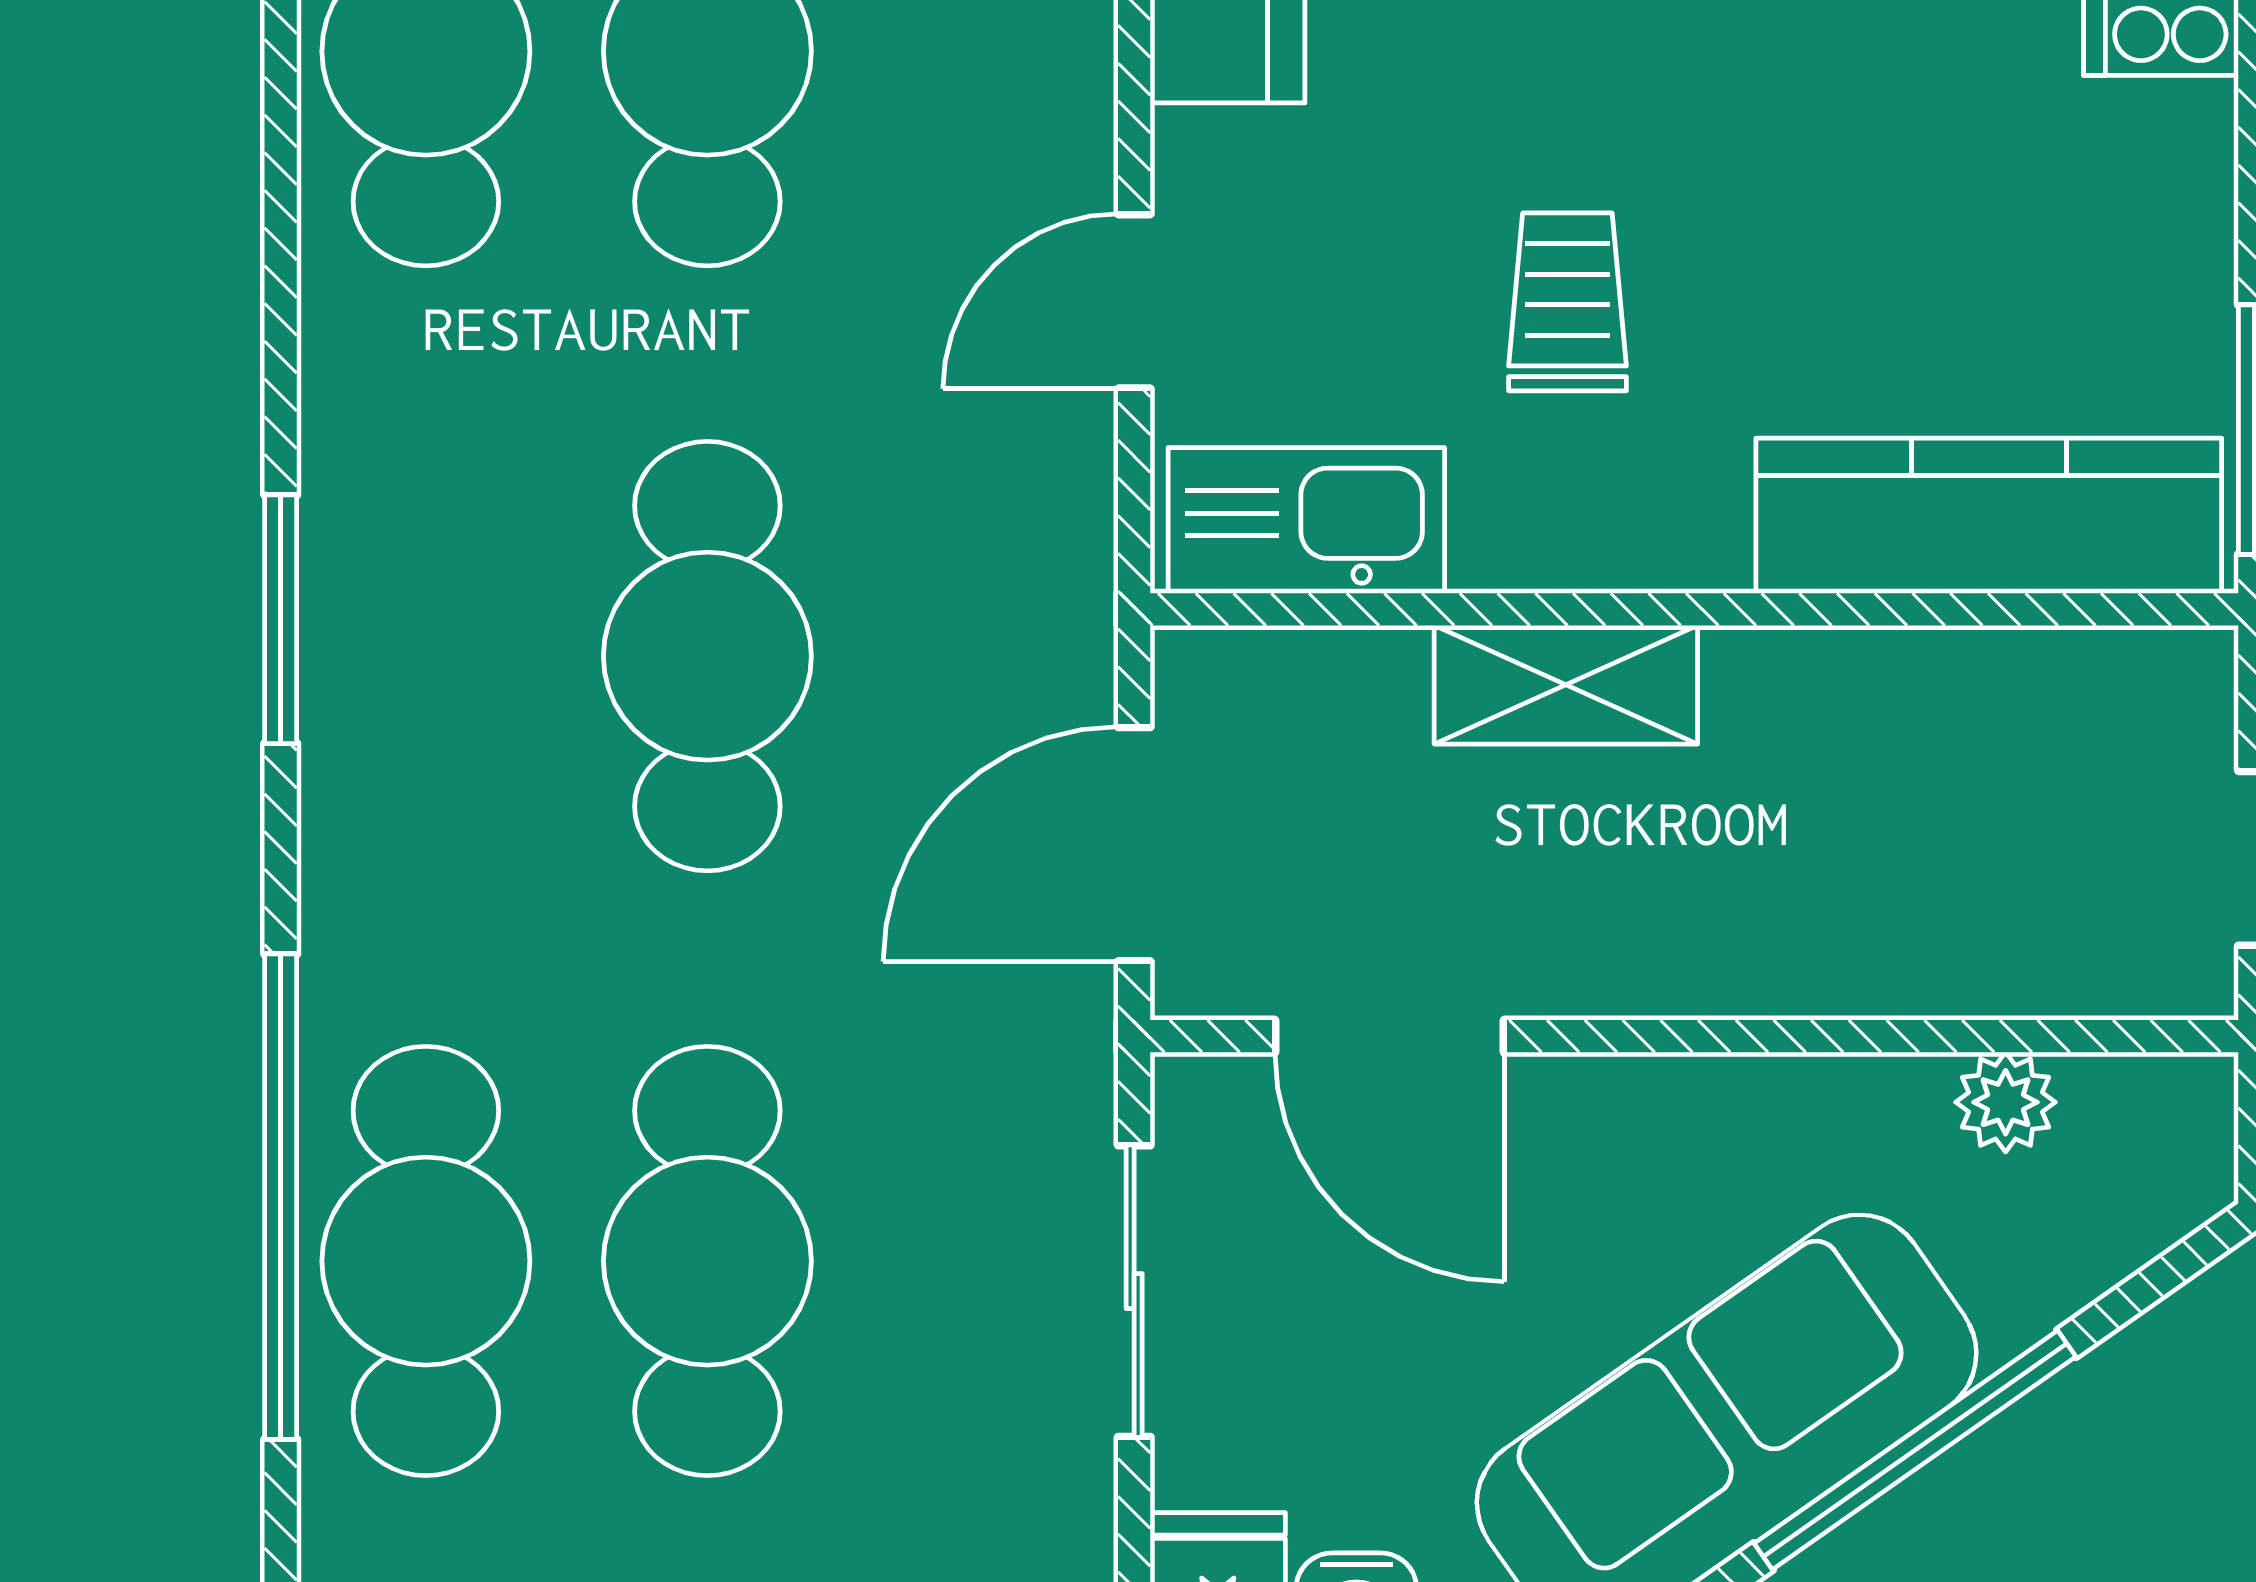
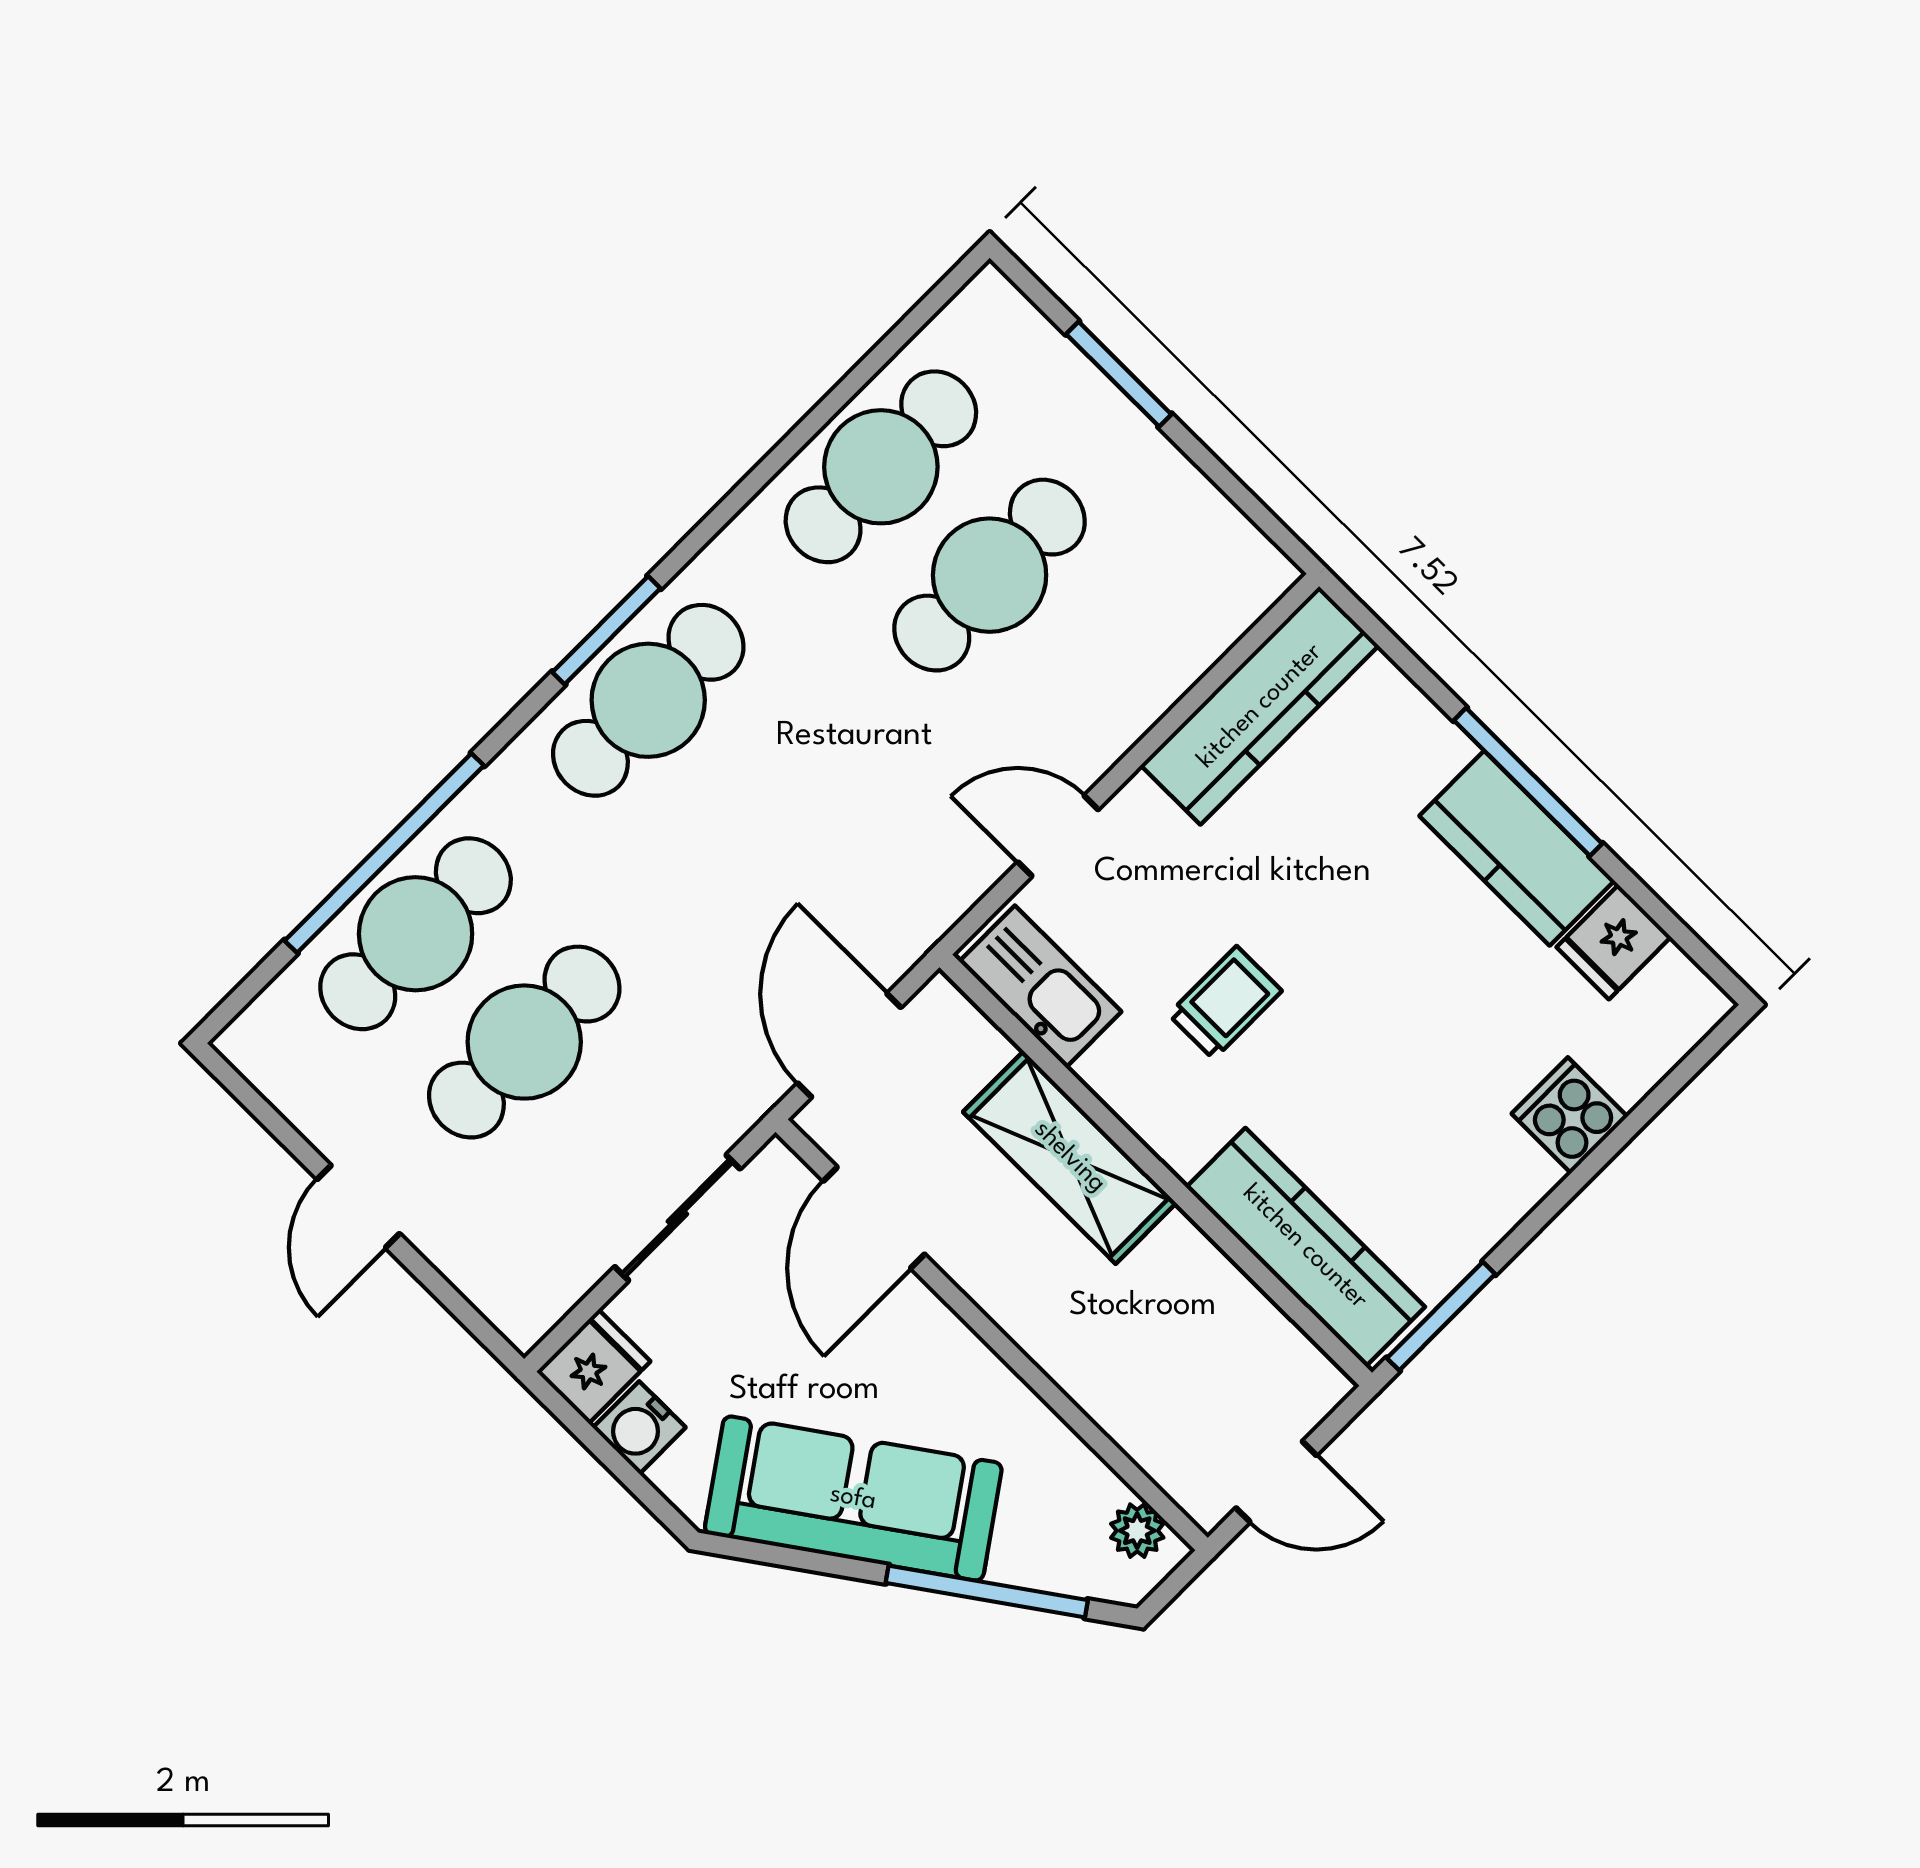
cafe table: (707, 656) -> (648, 700), moved
shelving: (1566, 685) -> (1070, 1157), width x1.50, depth x1.33
door: (1134, 844) -> (849, 1045), hinge flipped
plant: (2006, 1102) -> (1137, 1531), moved
window: (1915, 1450) -> (987, 1591), moved

